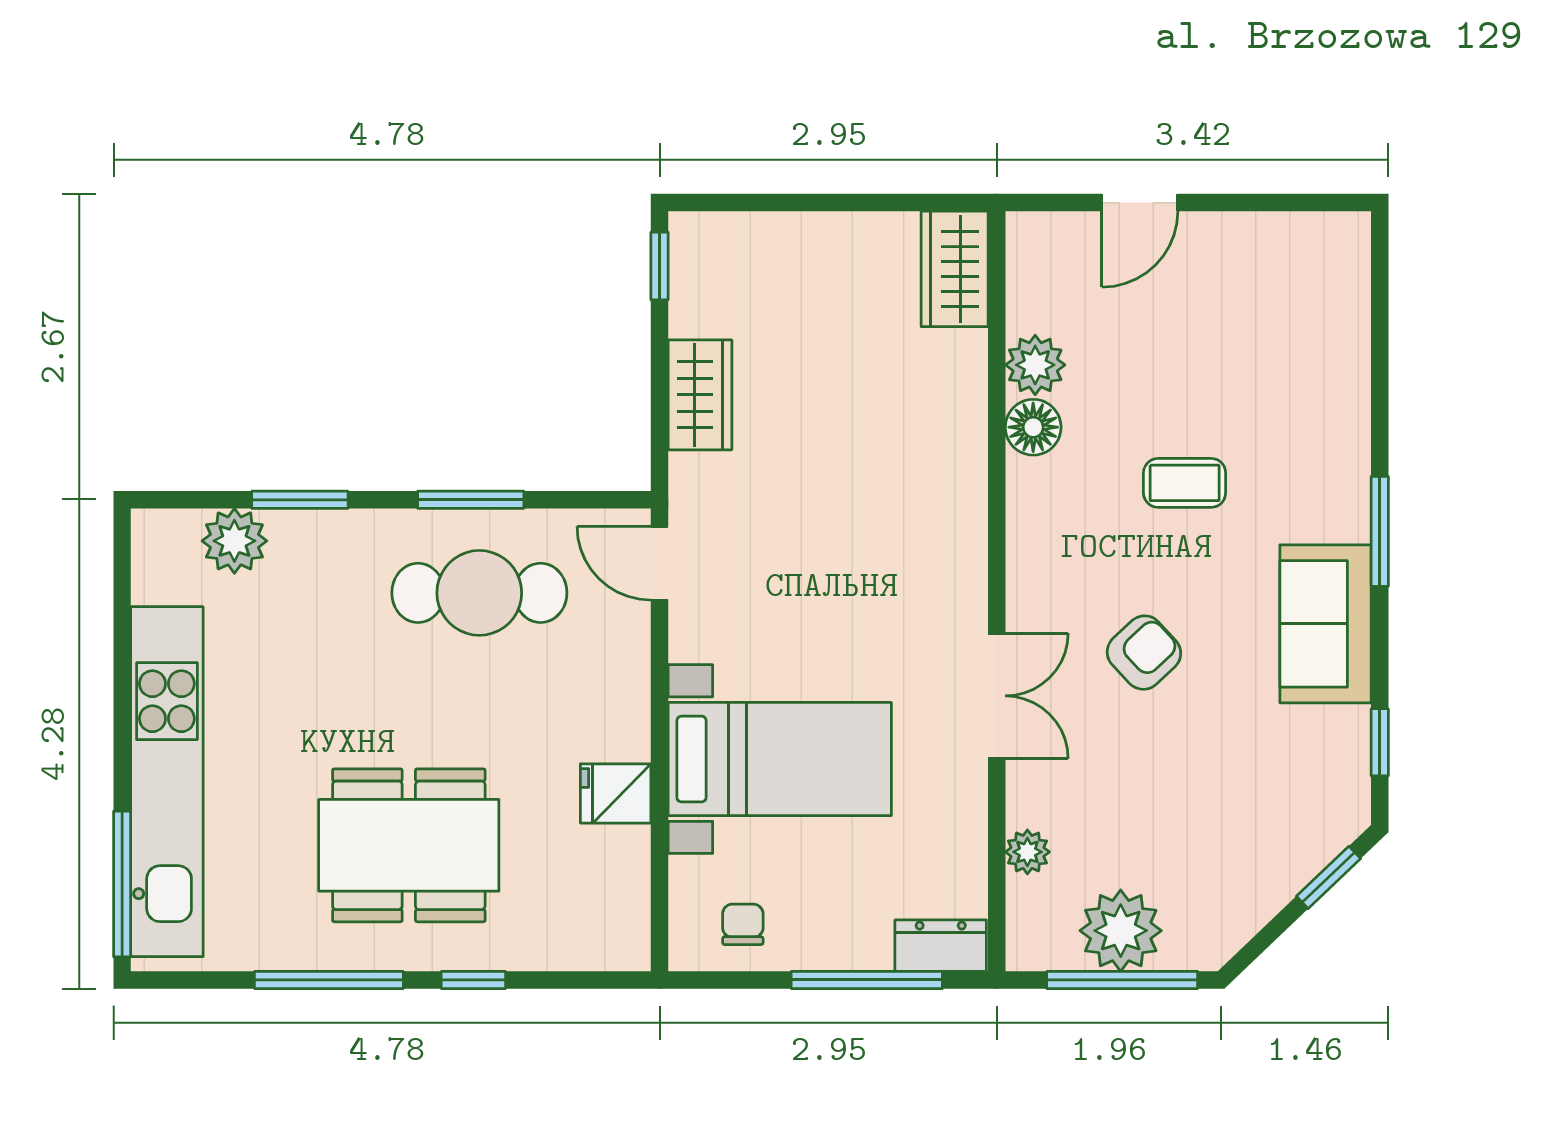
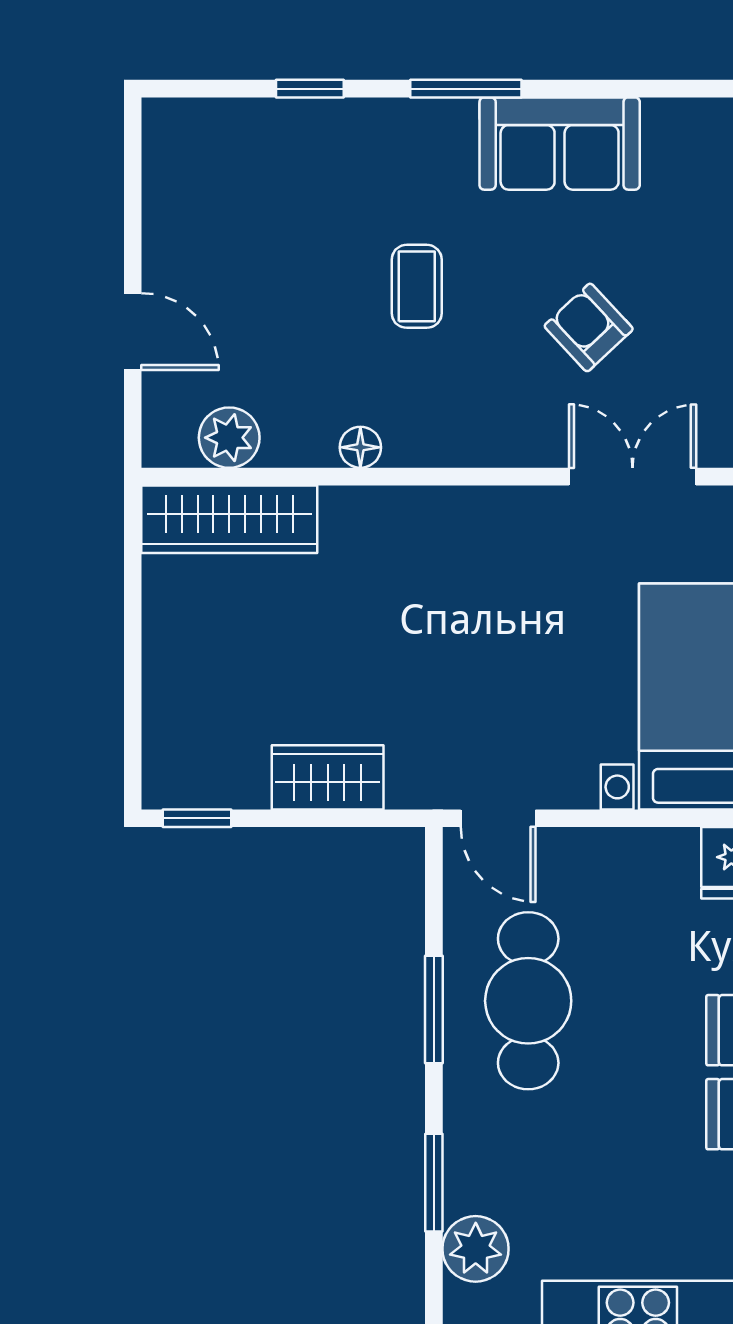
wardrobe: (955, 269) -> (229, 519), width x1.50
plant: (1035, 365) -> (229, 438), moved
floor lamp: (1033, 427) -> (360, 447), width x0.73, depth x0.73
door: (659, 563) -> (498, 818), hinge flipped
window: (1380, 742) -> (310, 89), moved

